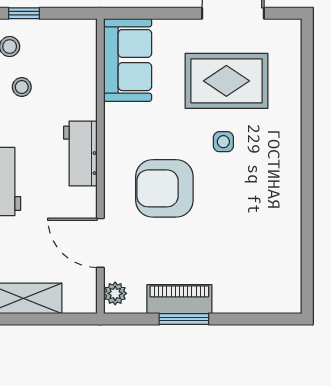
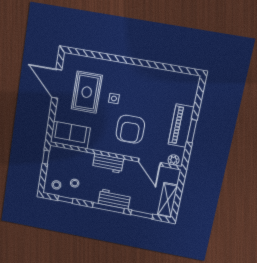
window: (24, 13) -> (46, 157), moved
door: (100, 243) -> (149, 162), hinge flipped
piano: (179, 299) -> (181, 126), width x1.37, depth x1.33

